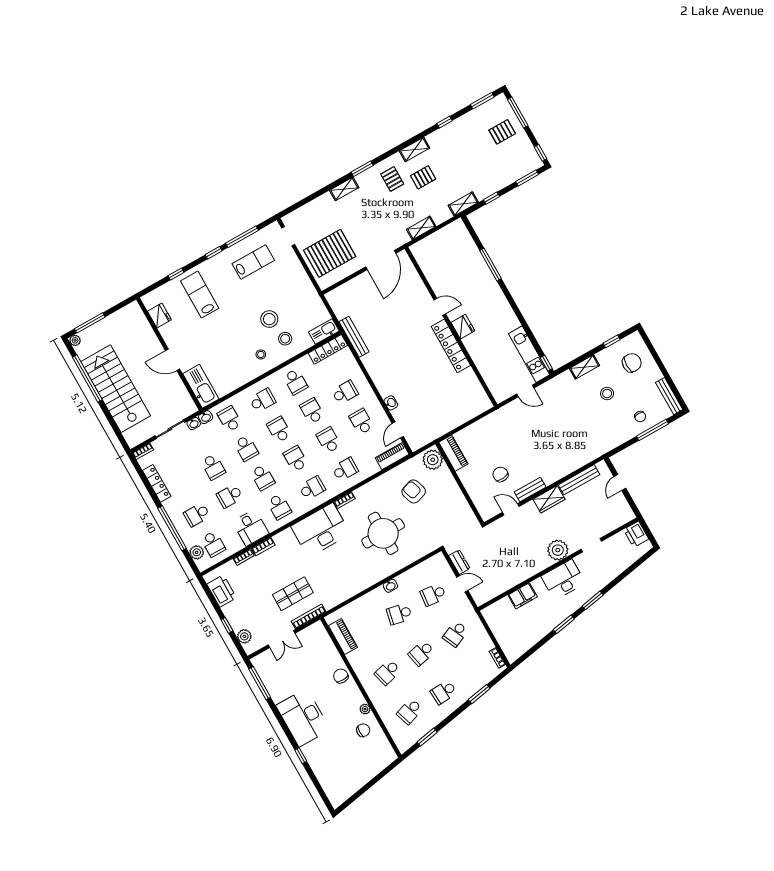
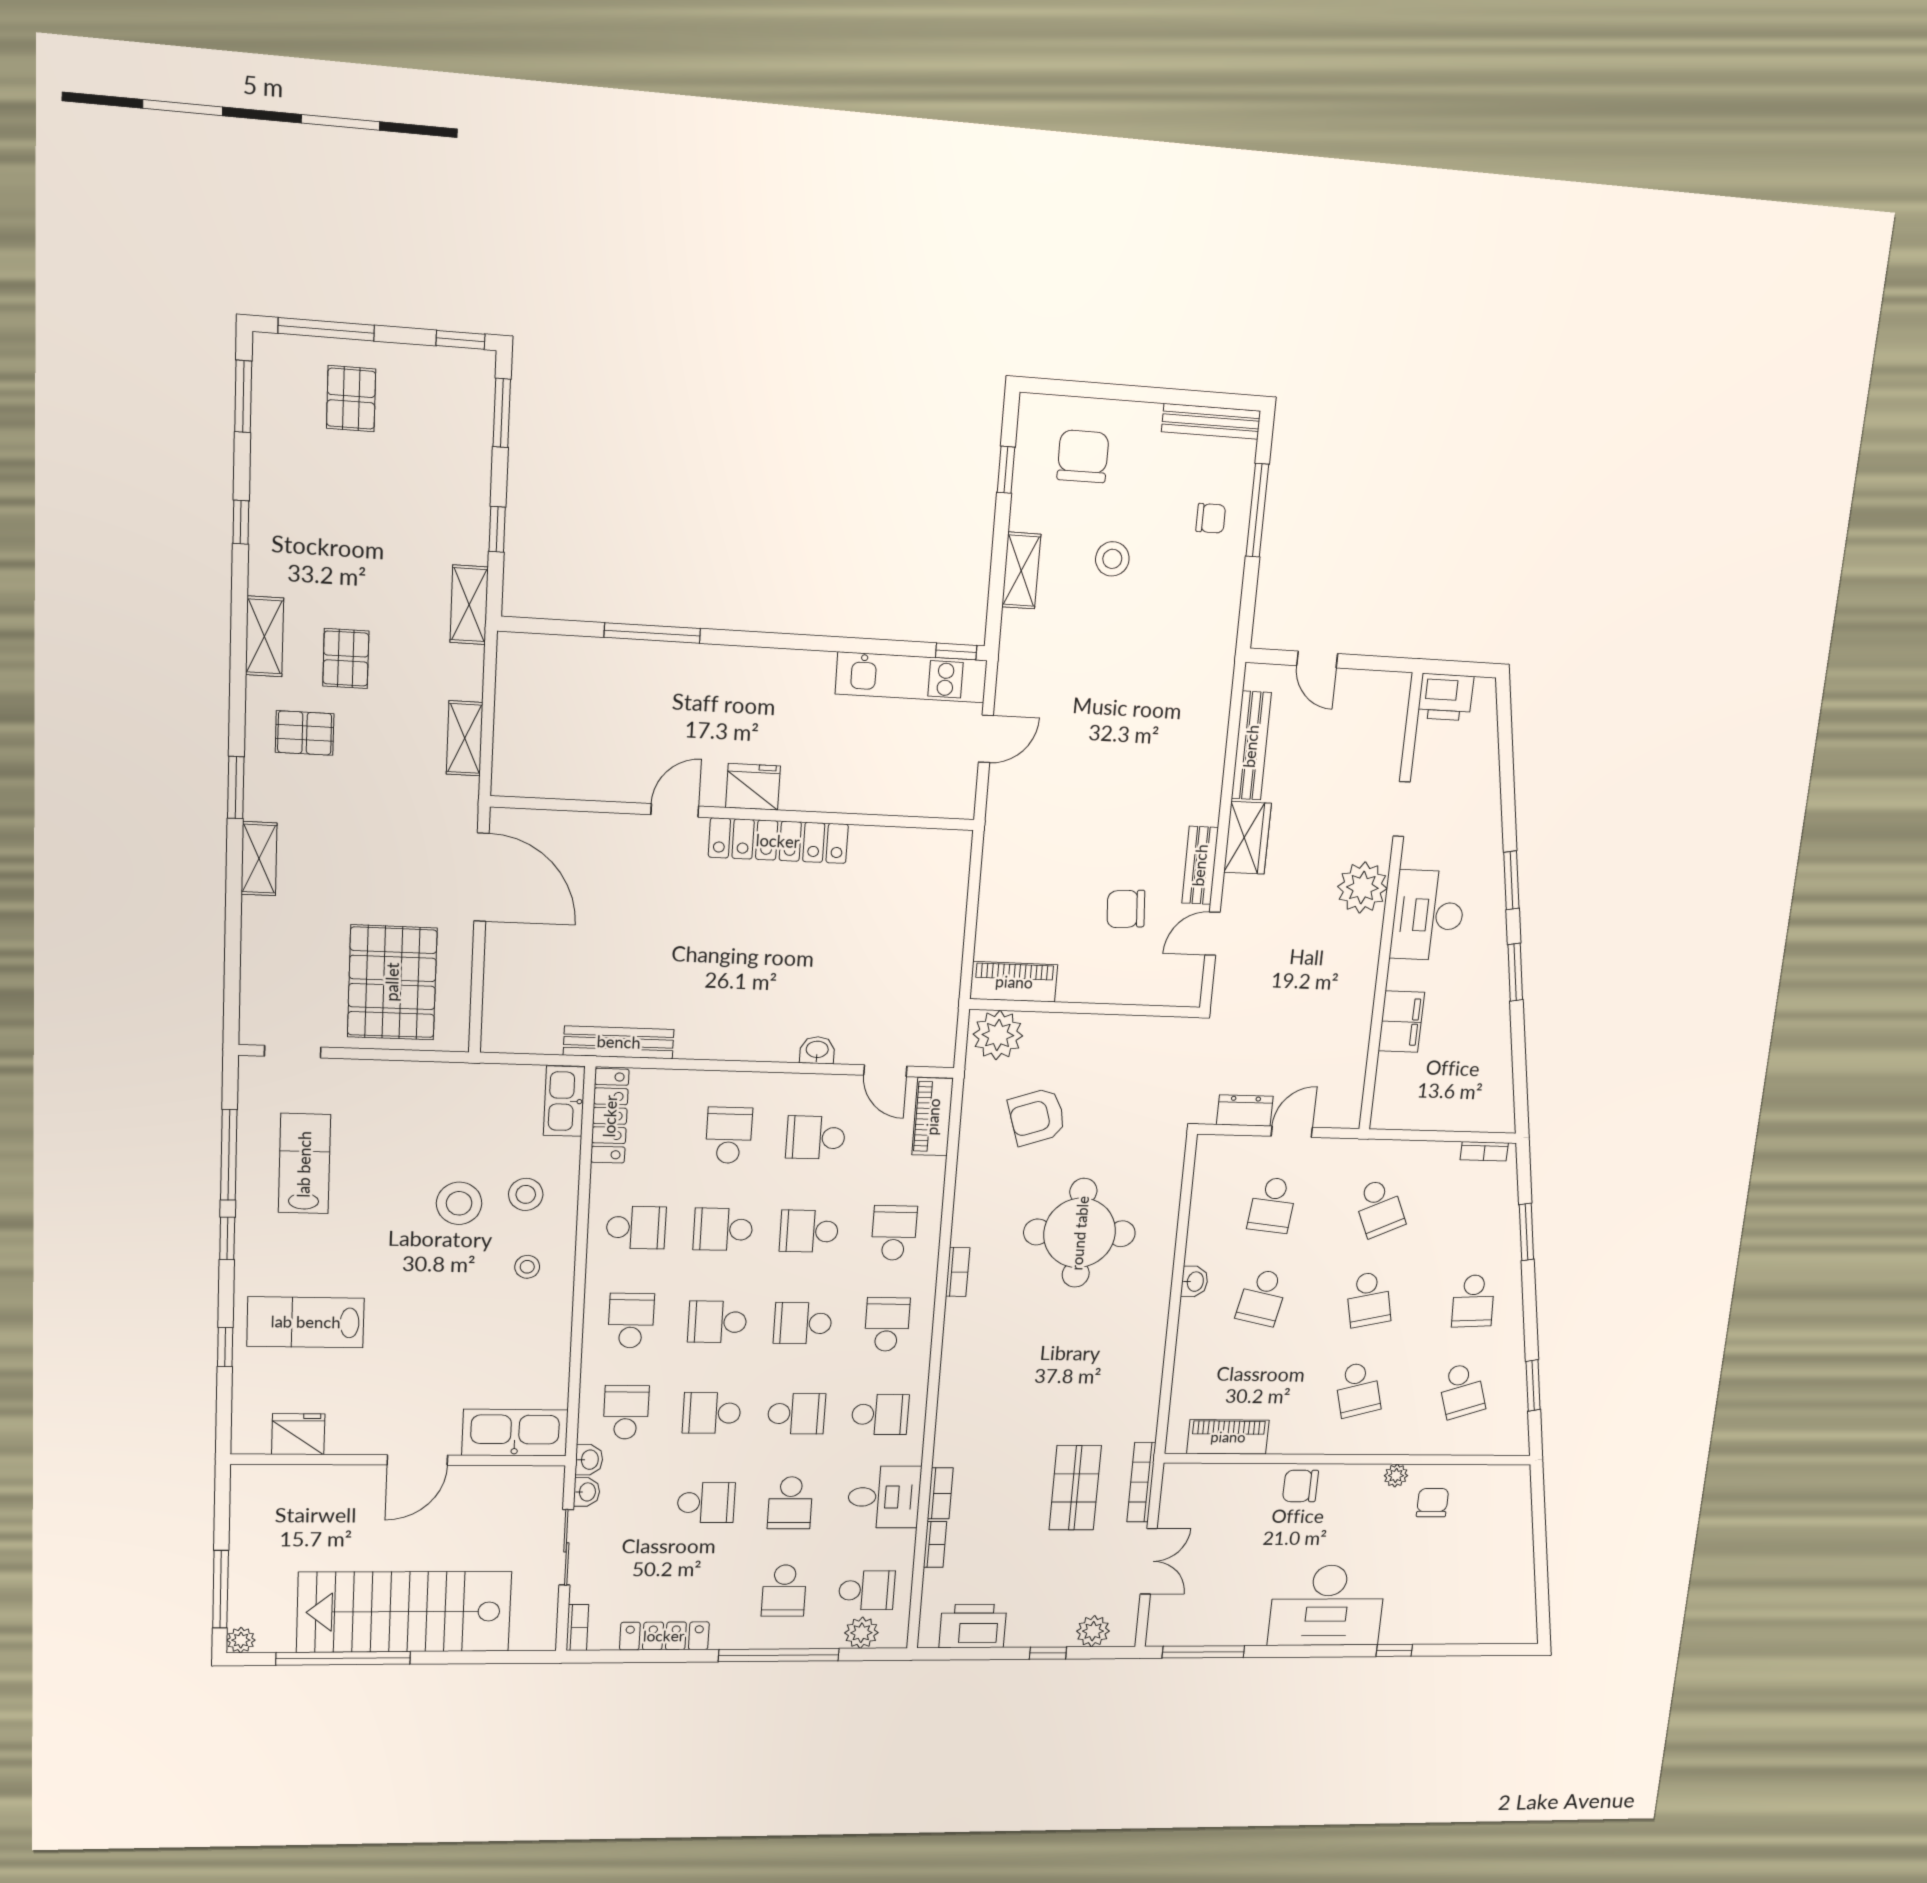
school desk: (230, 419) -> (626, 1412), turned 90
school desk: (246, 448) -> (712, 1413), turned 180
desk: (321, 530) -> (986, 1358), removed

